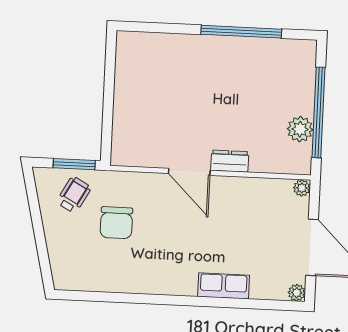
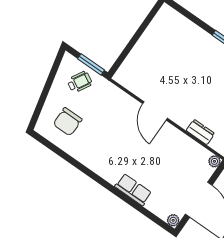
dresser: (230, 161) -> (200, 132), moved
chair: (116, 223) -> (68, 122), moved

